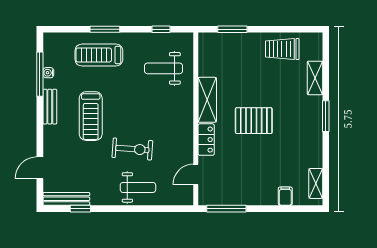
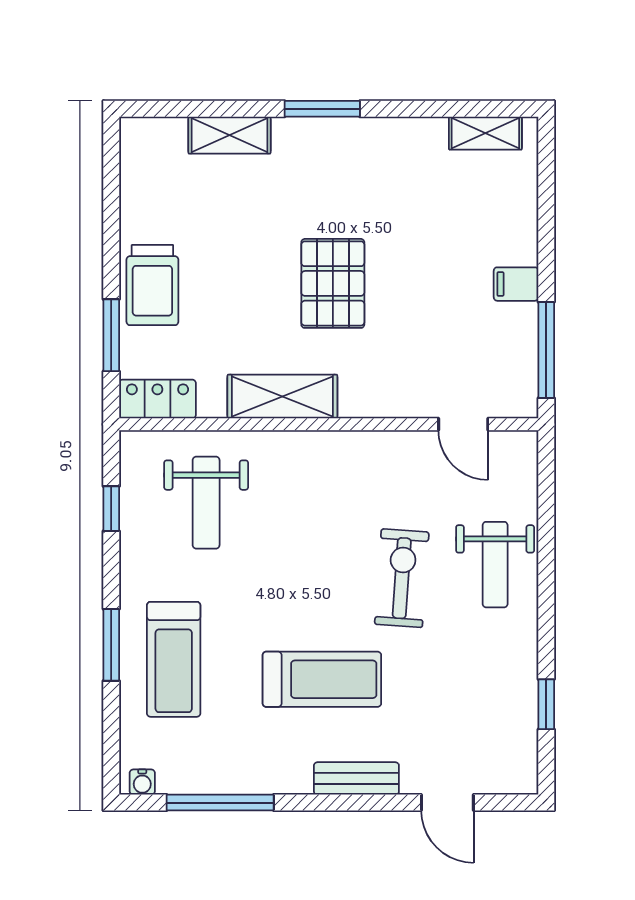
trolley: (282, 49) -> (152, 285), moved
water cooler: (48, 73) -> (142, 782), moved
bench: (50, 107) -> (356, 778), moved
locker: (206, 140) -> (157, 399), moved
weight bench: (138, 187) -> (495, 565), turned 180
filing cabinet: (285, 196) -> (516, 284), moved
bench: (66, 199) -> (523, 738), removed

